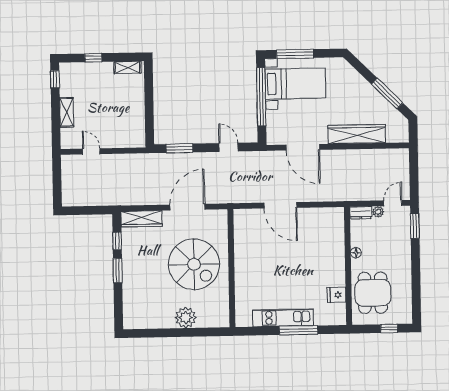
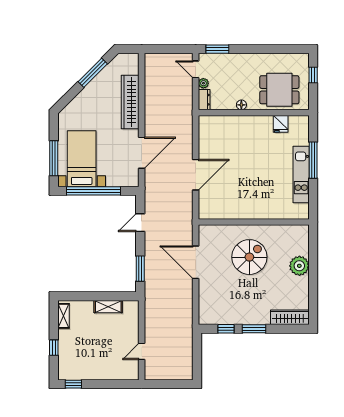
shelving: (67, 112) -> (108, 307), moved
wardrobe: (142, 219) -> (290, 317), moved, turned -90
spiral stairs: (194, 264) -> (249, 257), width x0.73, depth x0.73

